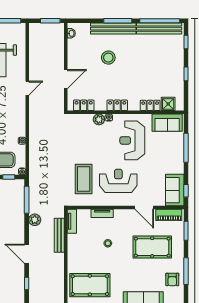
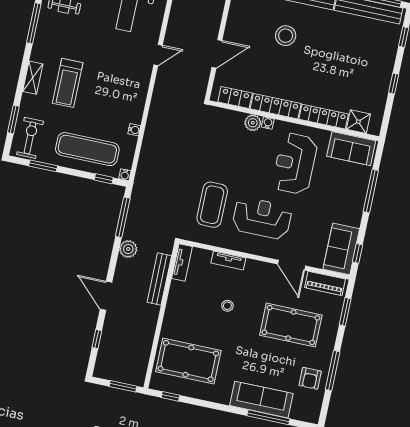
locker: (117, 105) -> (276, 106), width x1.53
locker: (150, 105) -> (324, 117), width x1.53

